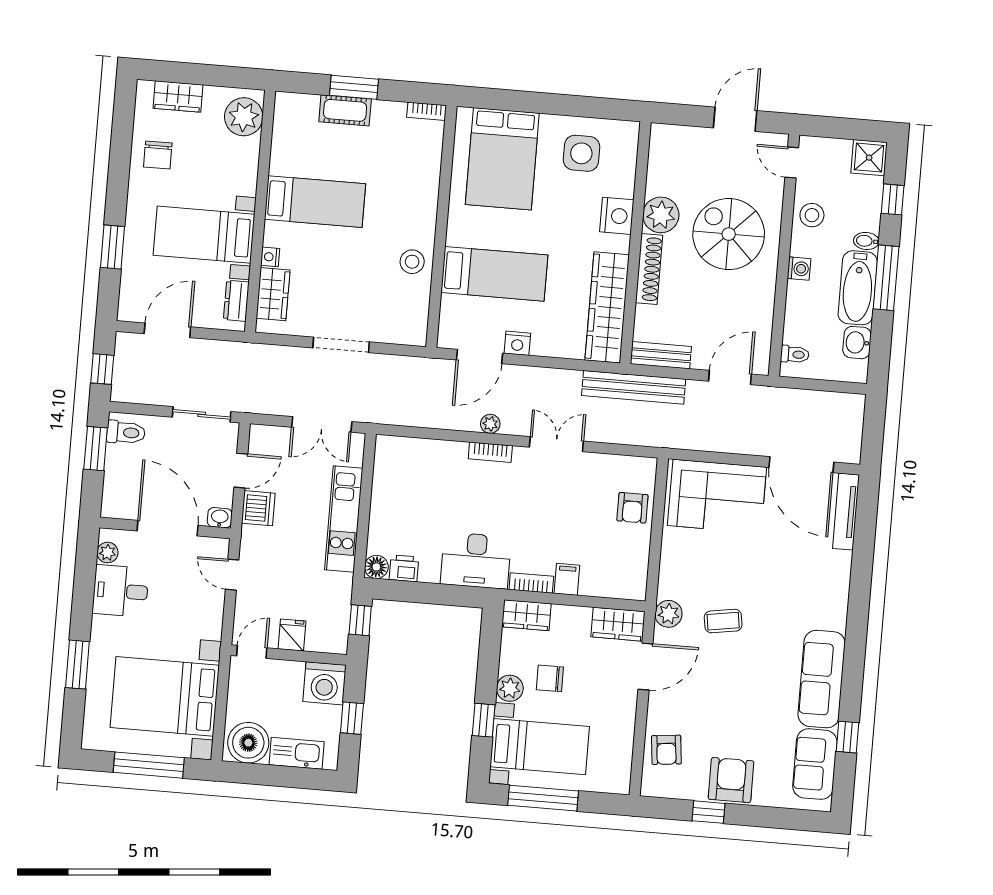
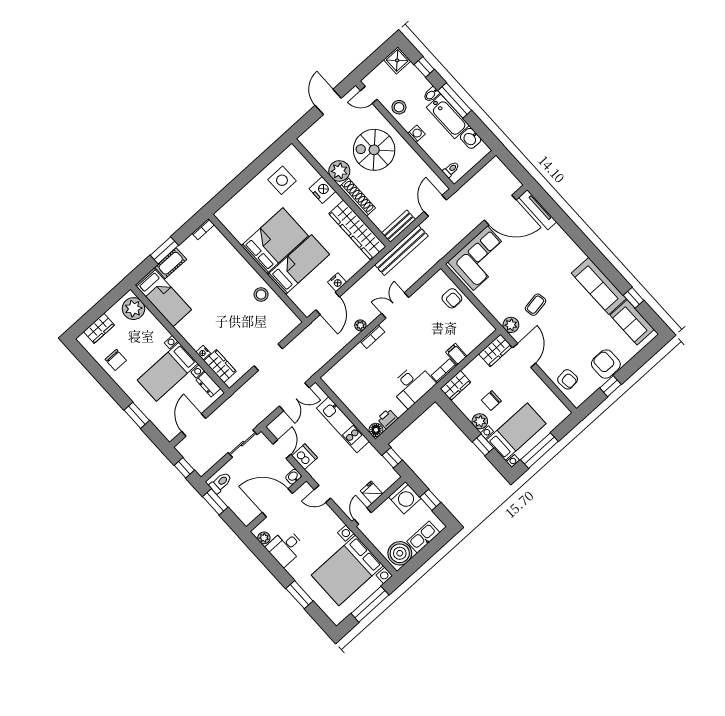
bed: (502, 159) -> (275, 241), moved, turned -90
bed: (315, 202) -> (163, 297), moved, turned 90

